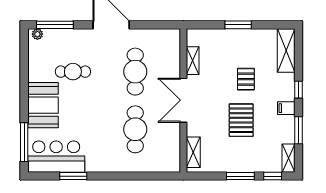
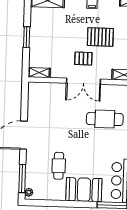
shelving: (193, 61) -> (39, 73), moved
cafe table: (135, 72) -> (60, 118), removed
pallet: (246, 79) -> (83, 59), moved

